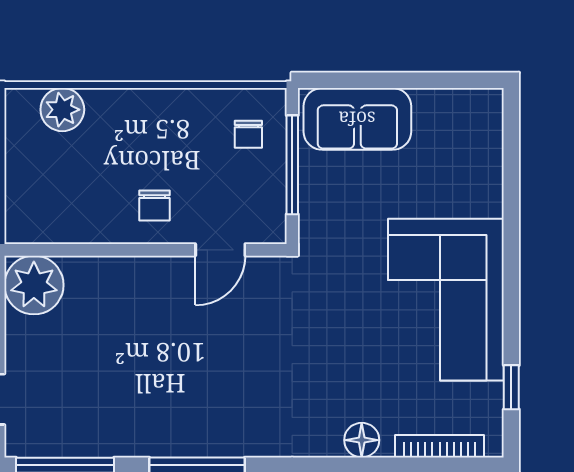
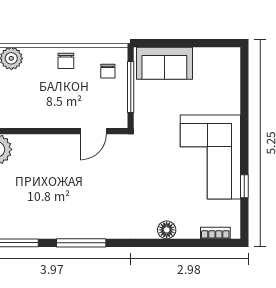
chair: (155, 206) -> (66, 61), moved
window: (511, 387) -> (244, 186), moved
bookcase: (440, 446) -> (215, 233), width x0.64

